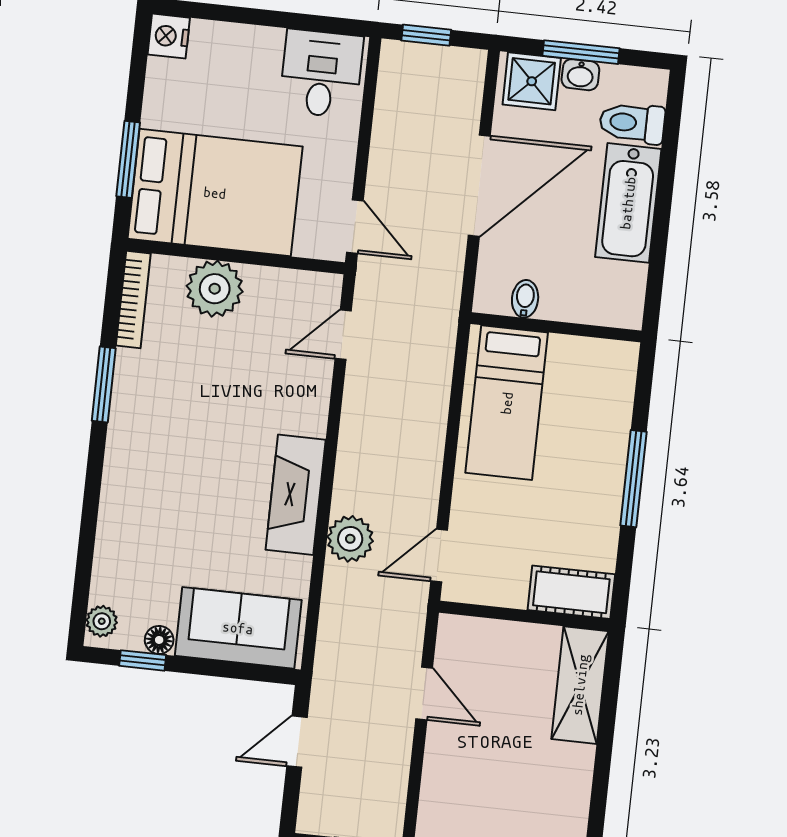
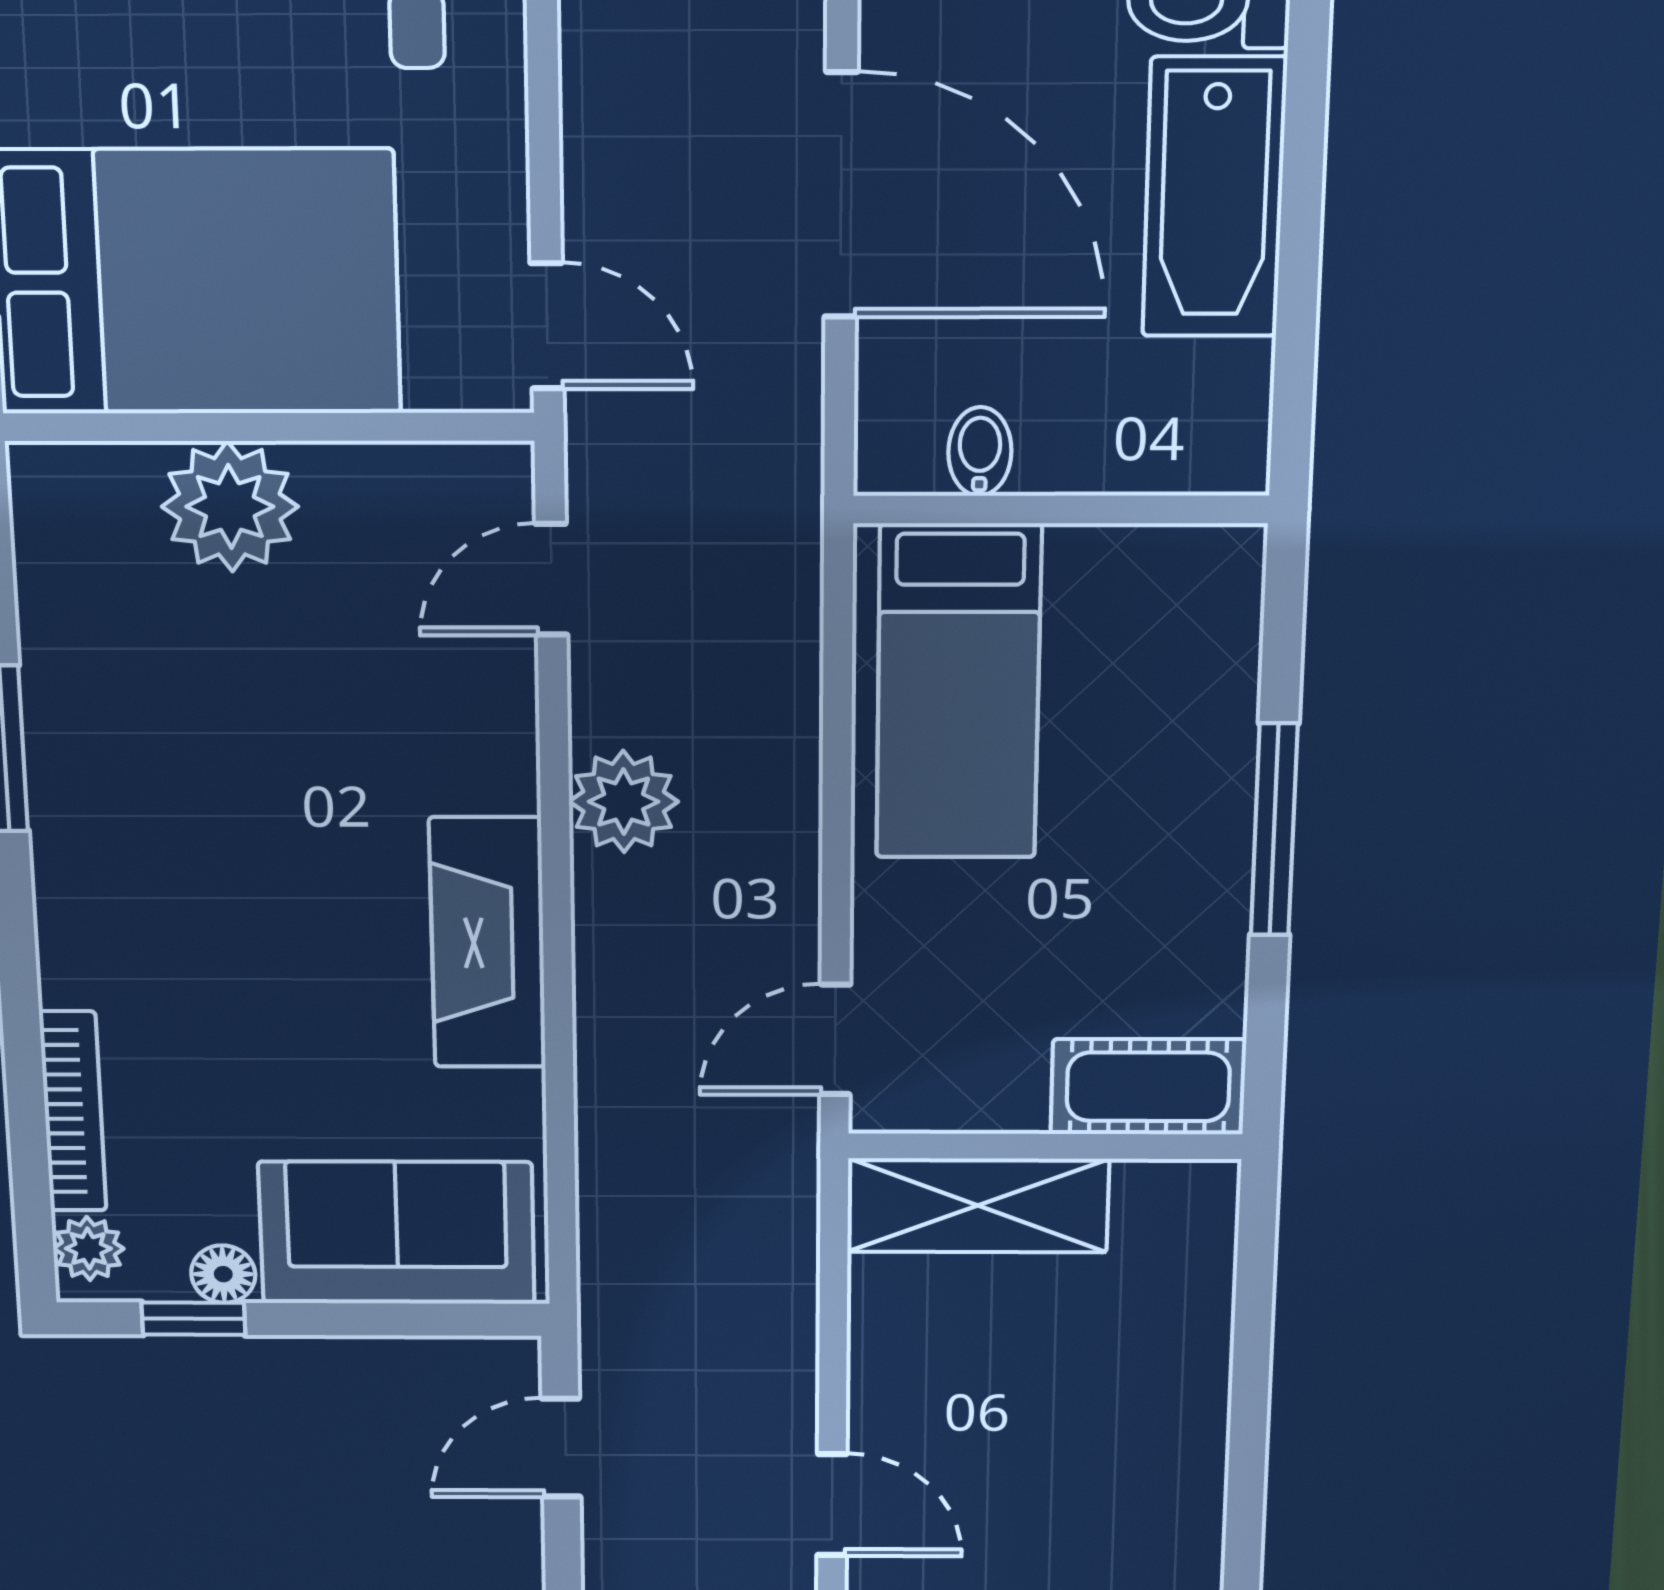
door: (479, 186) -> (841, 195), hinge flipped
bookcase: (133, 299) -> (73, 1111), moved
plant: (350, 539) -> (624, 802), moved
shelving: (580, 685) -> (978, 1205), moved, turned 90
door: (424, 693) -> (832, 1505), moved

